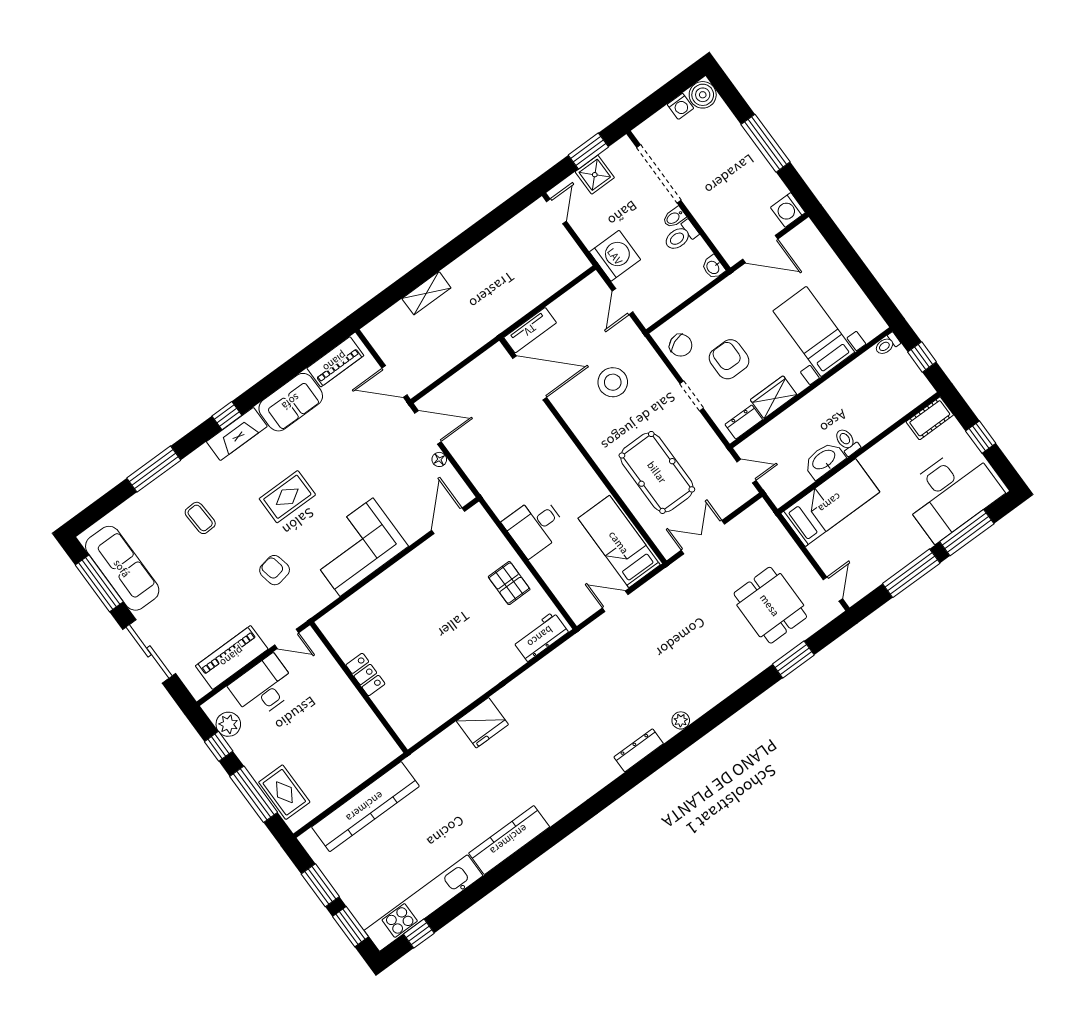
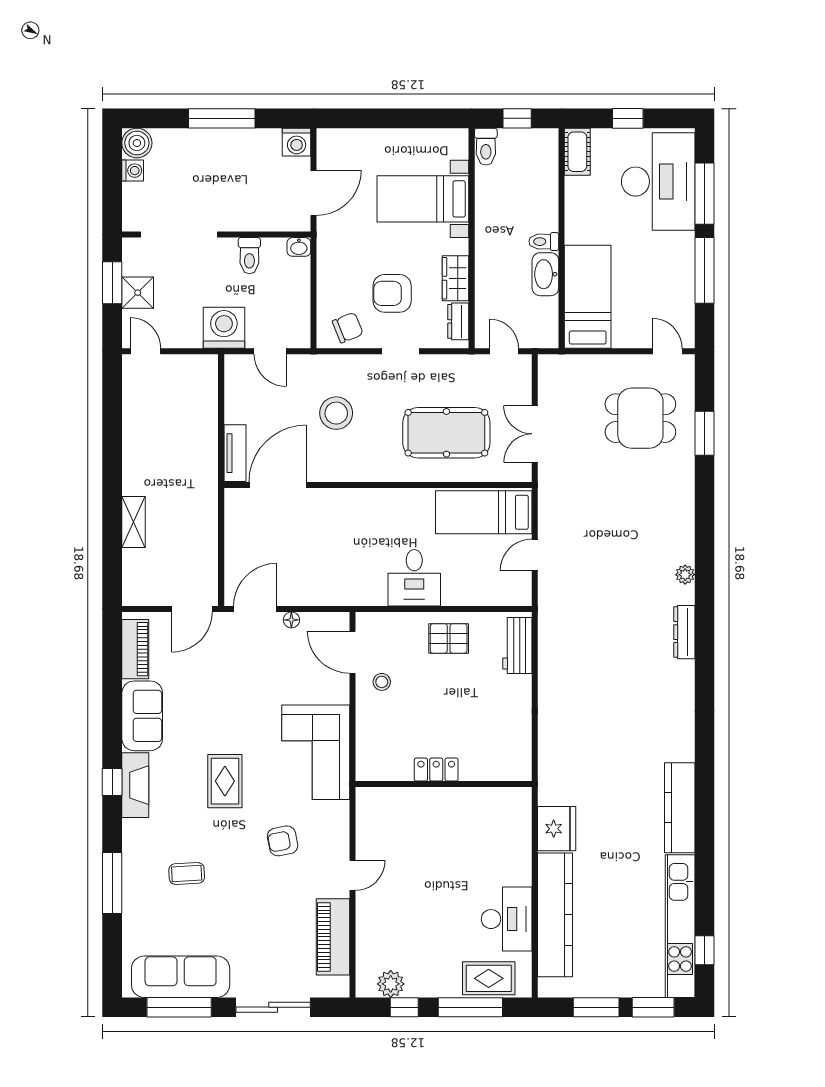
bidet: (674, 217) -> (228, 249), removed
toilet: (887, 344) -> (486, 147), width x1.37, depth x1.39
door: (746, 471) -> (504, 351), hinge flipped
stool: (442, 558) -> (382, 682), added
locker: (365, 674) -> (436, 770), moved
desk: (263, 687) -> (507, 919), moved, turned 180
wall: (359, 688) -> (444, 784), moved
fridge: (482, 723) -> (557, 829), moved

